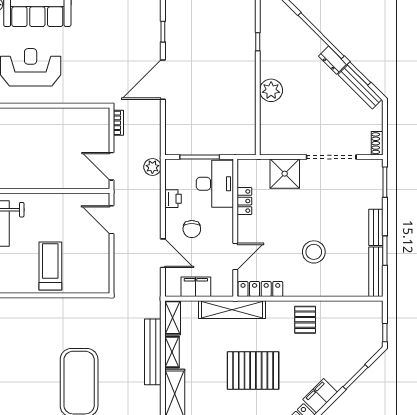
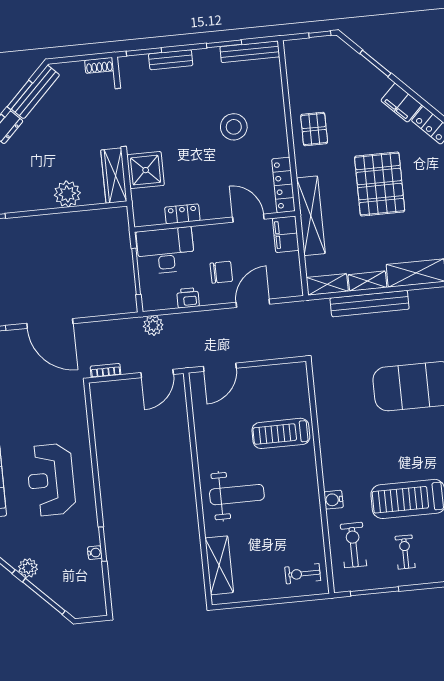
plant: (271, 90) -> (67, 194), moved
wardrobe: (283, 146) -> (114, 176), added
bench: (376, 227) -> (171, 60), moved
filing cabinet: (196, 287) -> (286, 234), moved
pallet: (305, 320) -> (314, 129), turned 90

